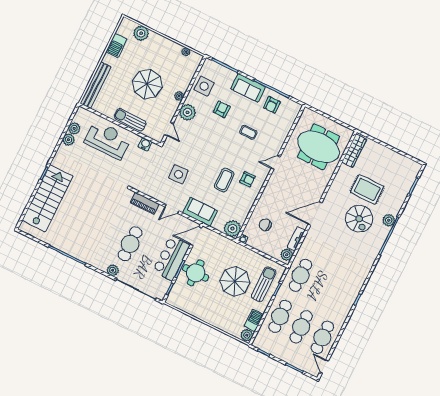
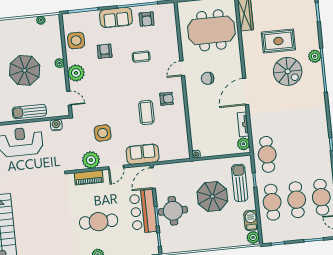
chair: (265, 225) -> (208, 78), moved
plant: (232, 229) -> (91, 160), moved
cafe table: (130, 244) -> (99, 222), turned 90

